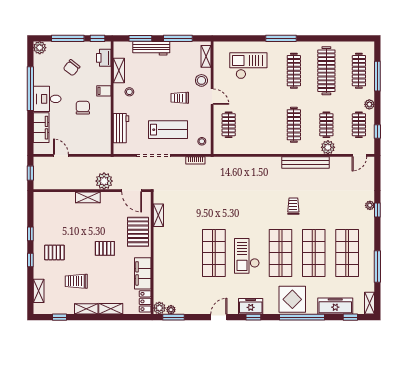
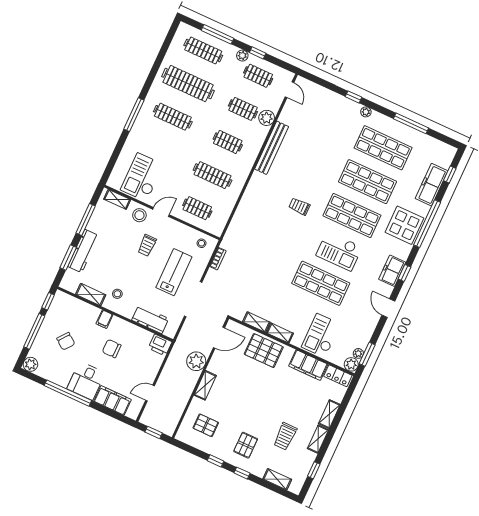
printer: (104, 58) -> (160, 345), moved
checkout: (248, 66) -> (142, 177), moved
clothes rail: (261, 125) -> (213, 175), added
clothes rail: (294, 125) -> (228, 142), width x0.73
window: (377, 132) -> (258, 53), moved
plant: (370, 205) -> (366, 112), moved
trolley: (293, 206) -> (299, 206), moved
pallet: (105, 248) -> (206, 425), moved, turned 90
checkout: (172, 273) -> (321, 336), added
shelving: (369, 303) -> (280, 333), moved

